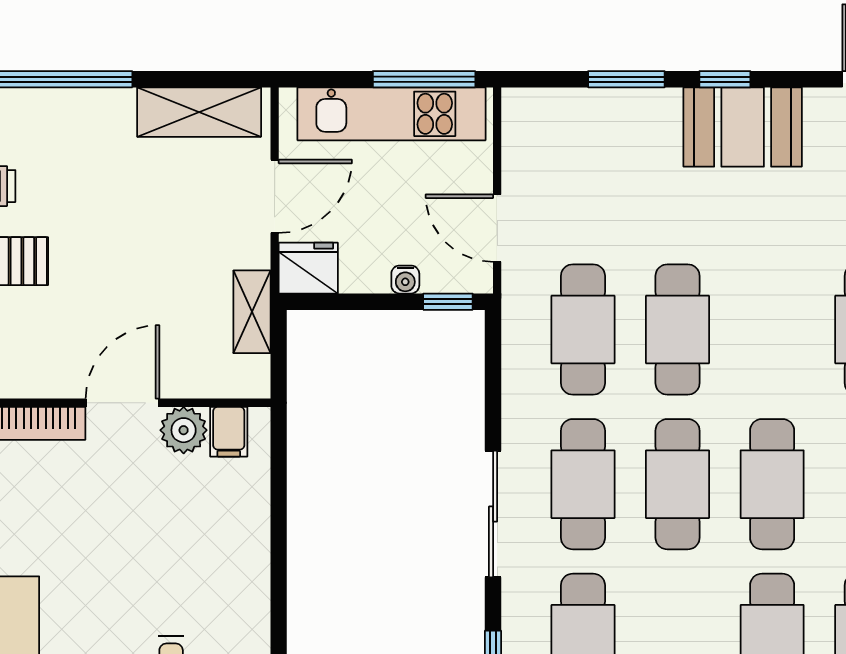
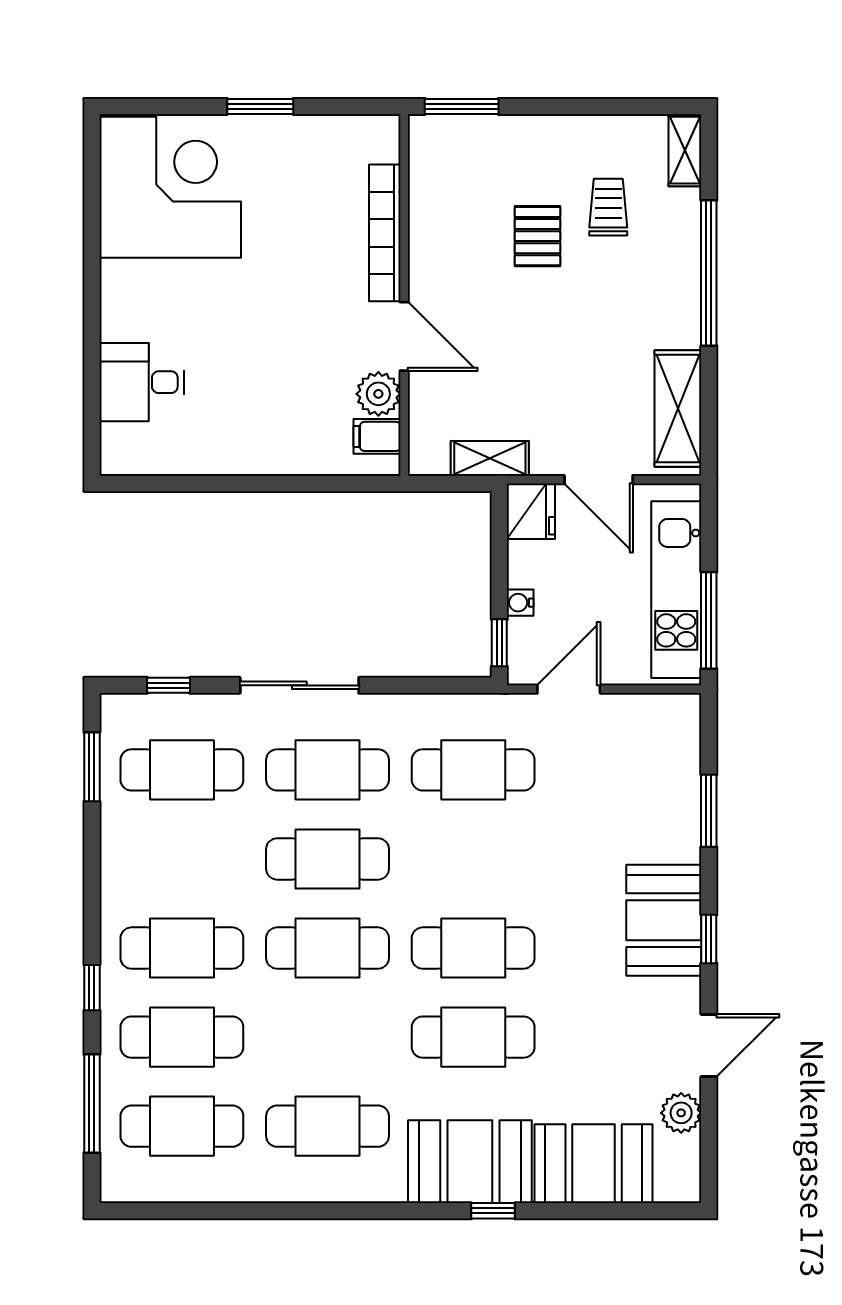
window: (725, 79) -> (709, 939), moved
cafe table: (678, 329) -> (473, 948), moved

